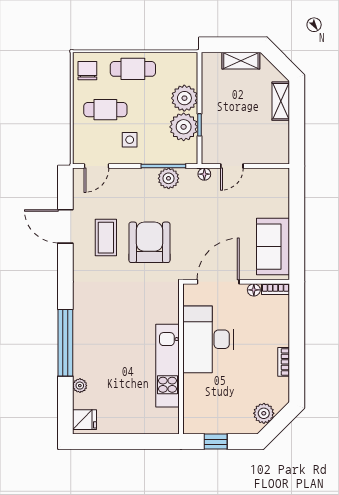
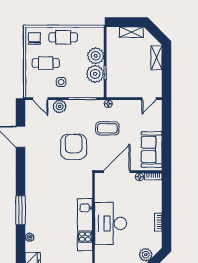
door: (96, 166) -> (40, 99), hinge flipped
door: (232, 166) -> (149, 99), moved
plant: (169, 178) -> (60, 106), moved
coffee table: (106, 238) -> (107, 128), moved, turned 90
desk: (208, 339) -> (111, 223), moved
window: (65, 343) -> (21, 210), width x0.68

